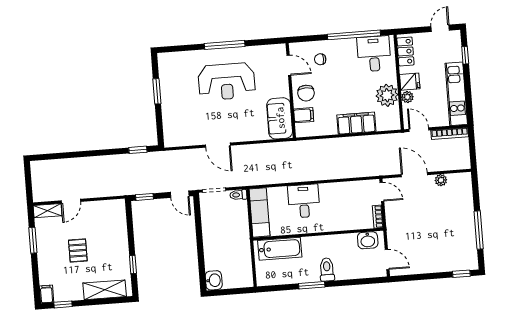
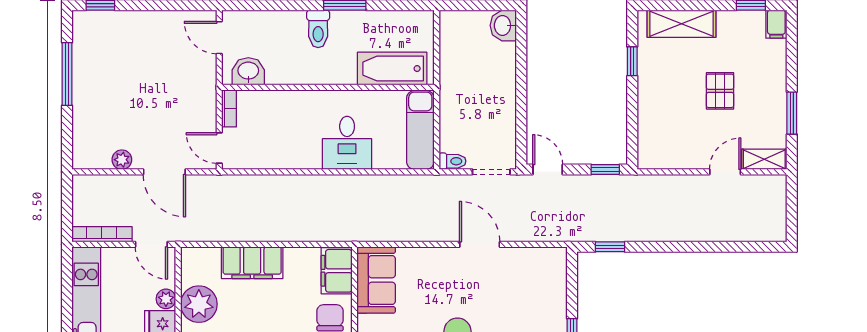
filing cabinet: (304, 115) -> (337, 271), width x2.00

